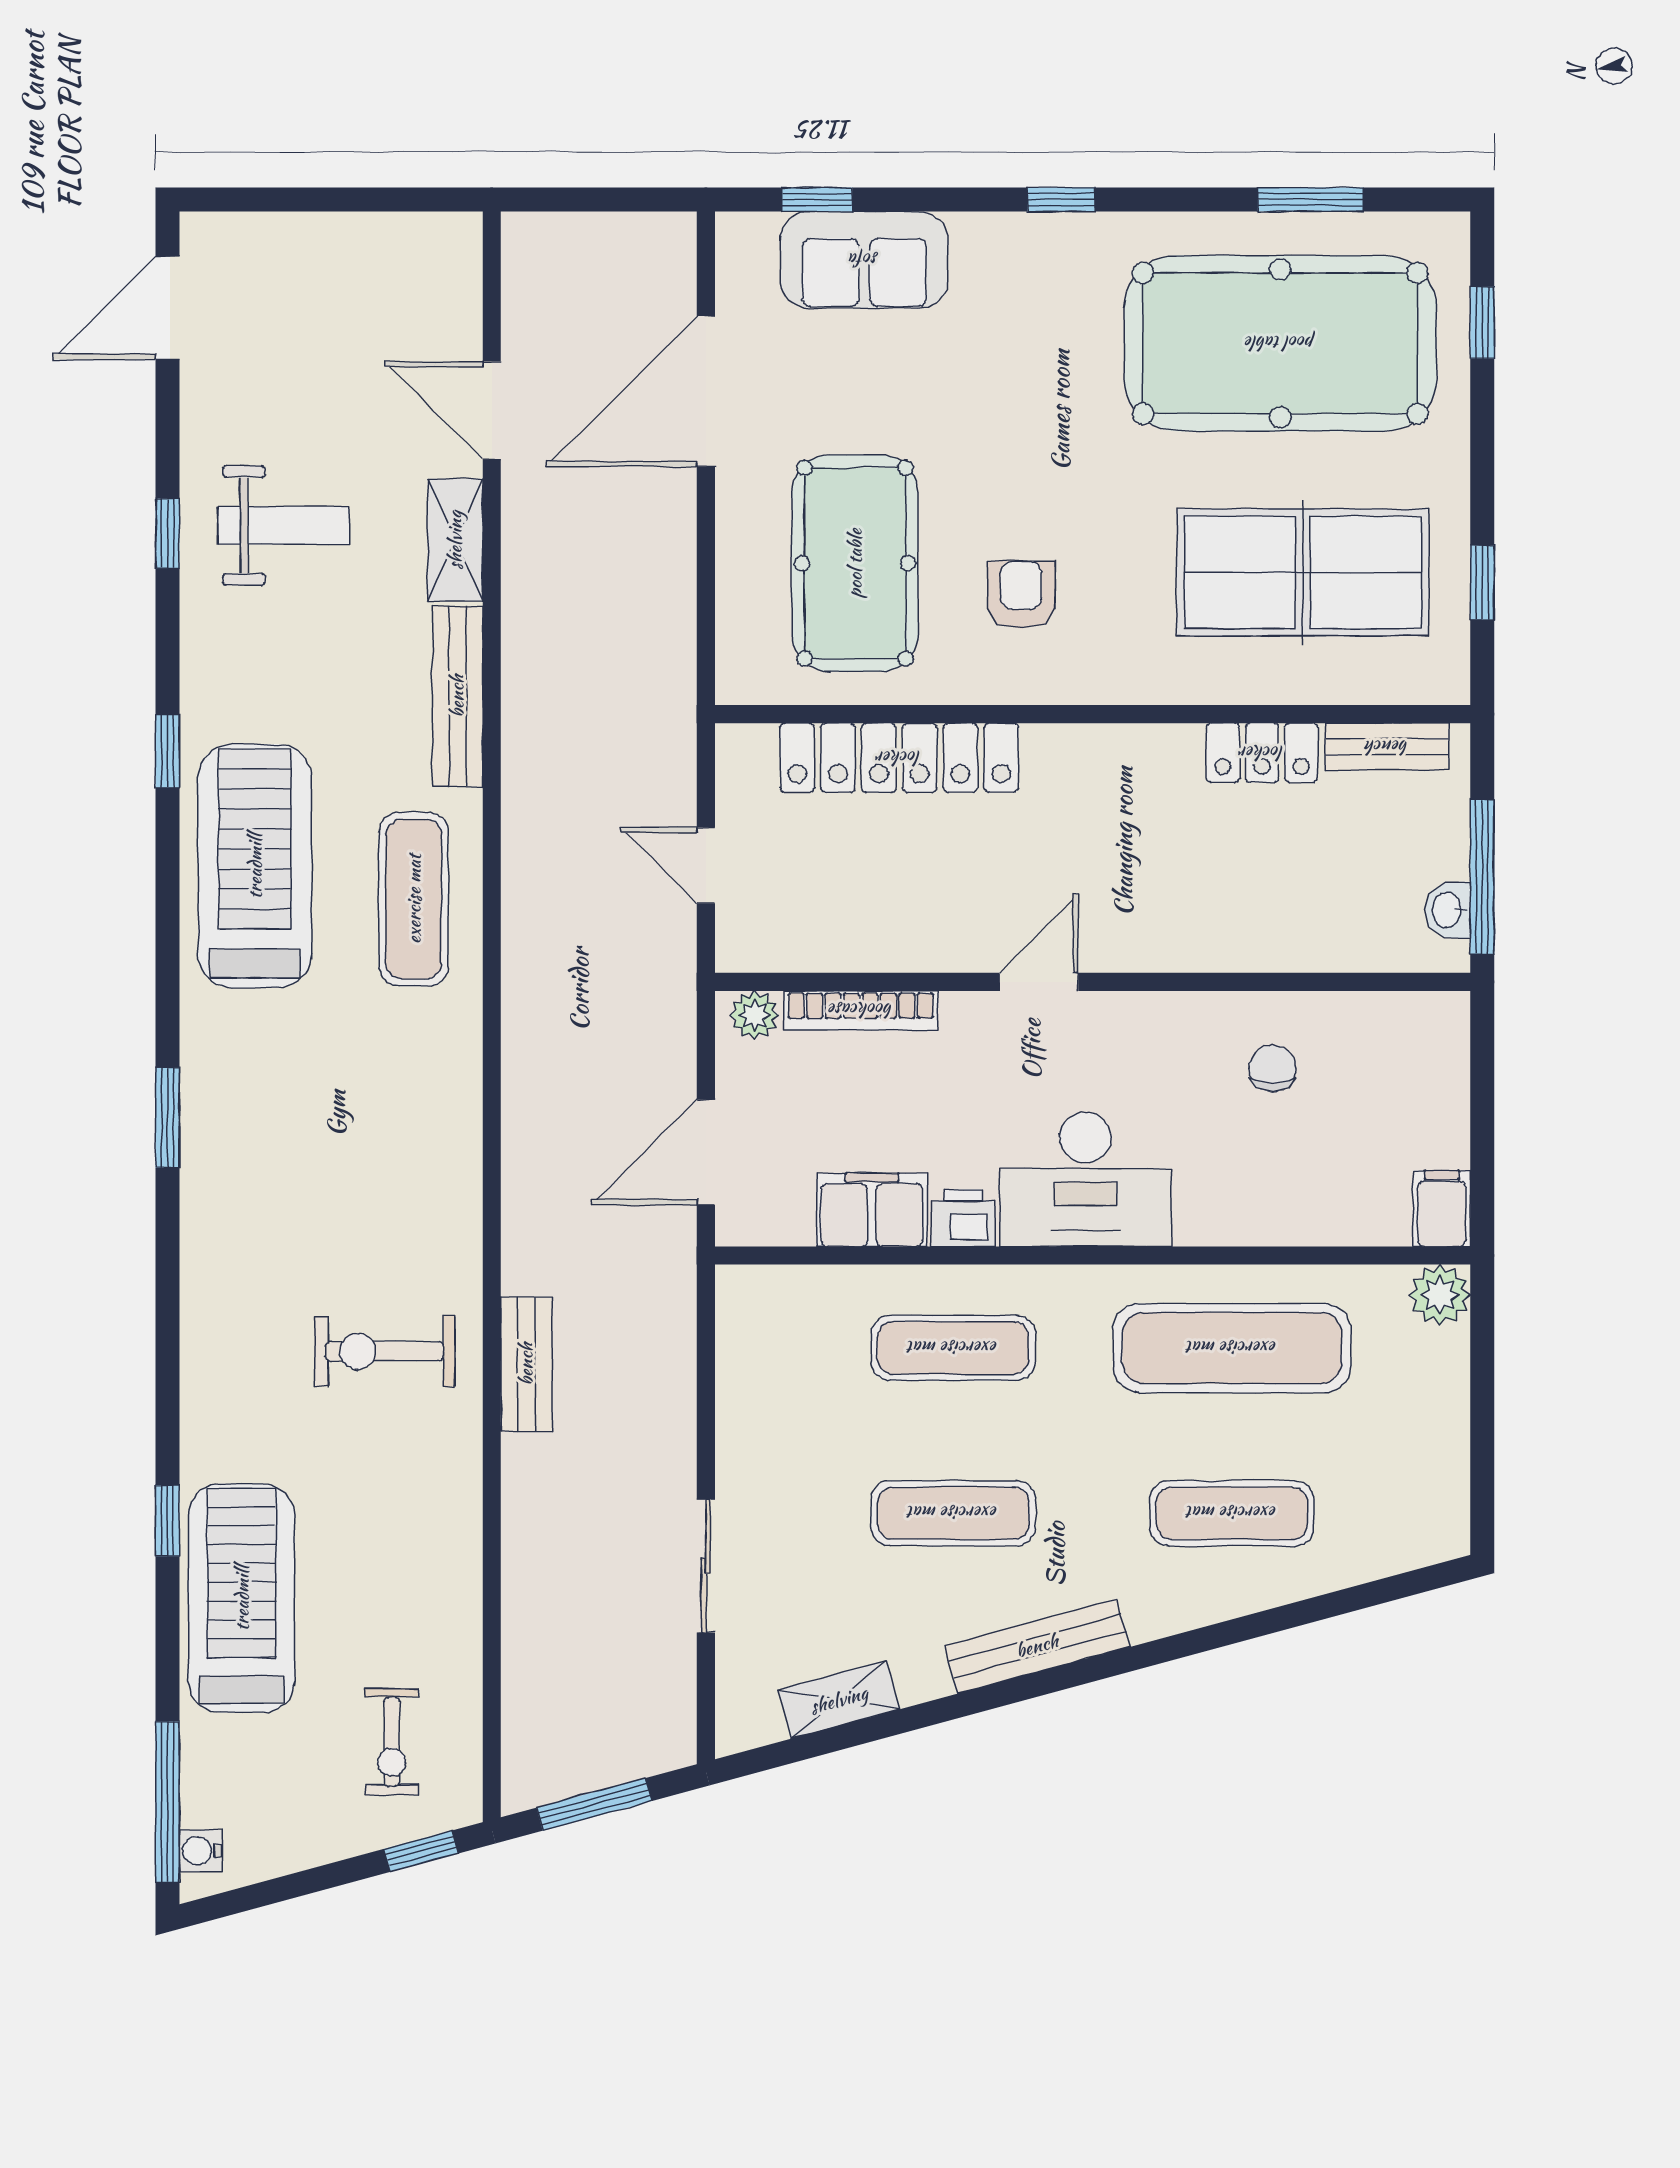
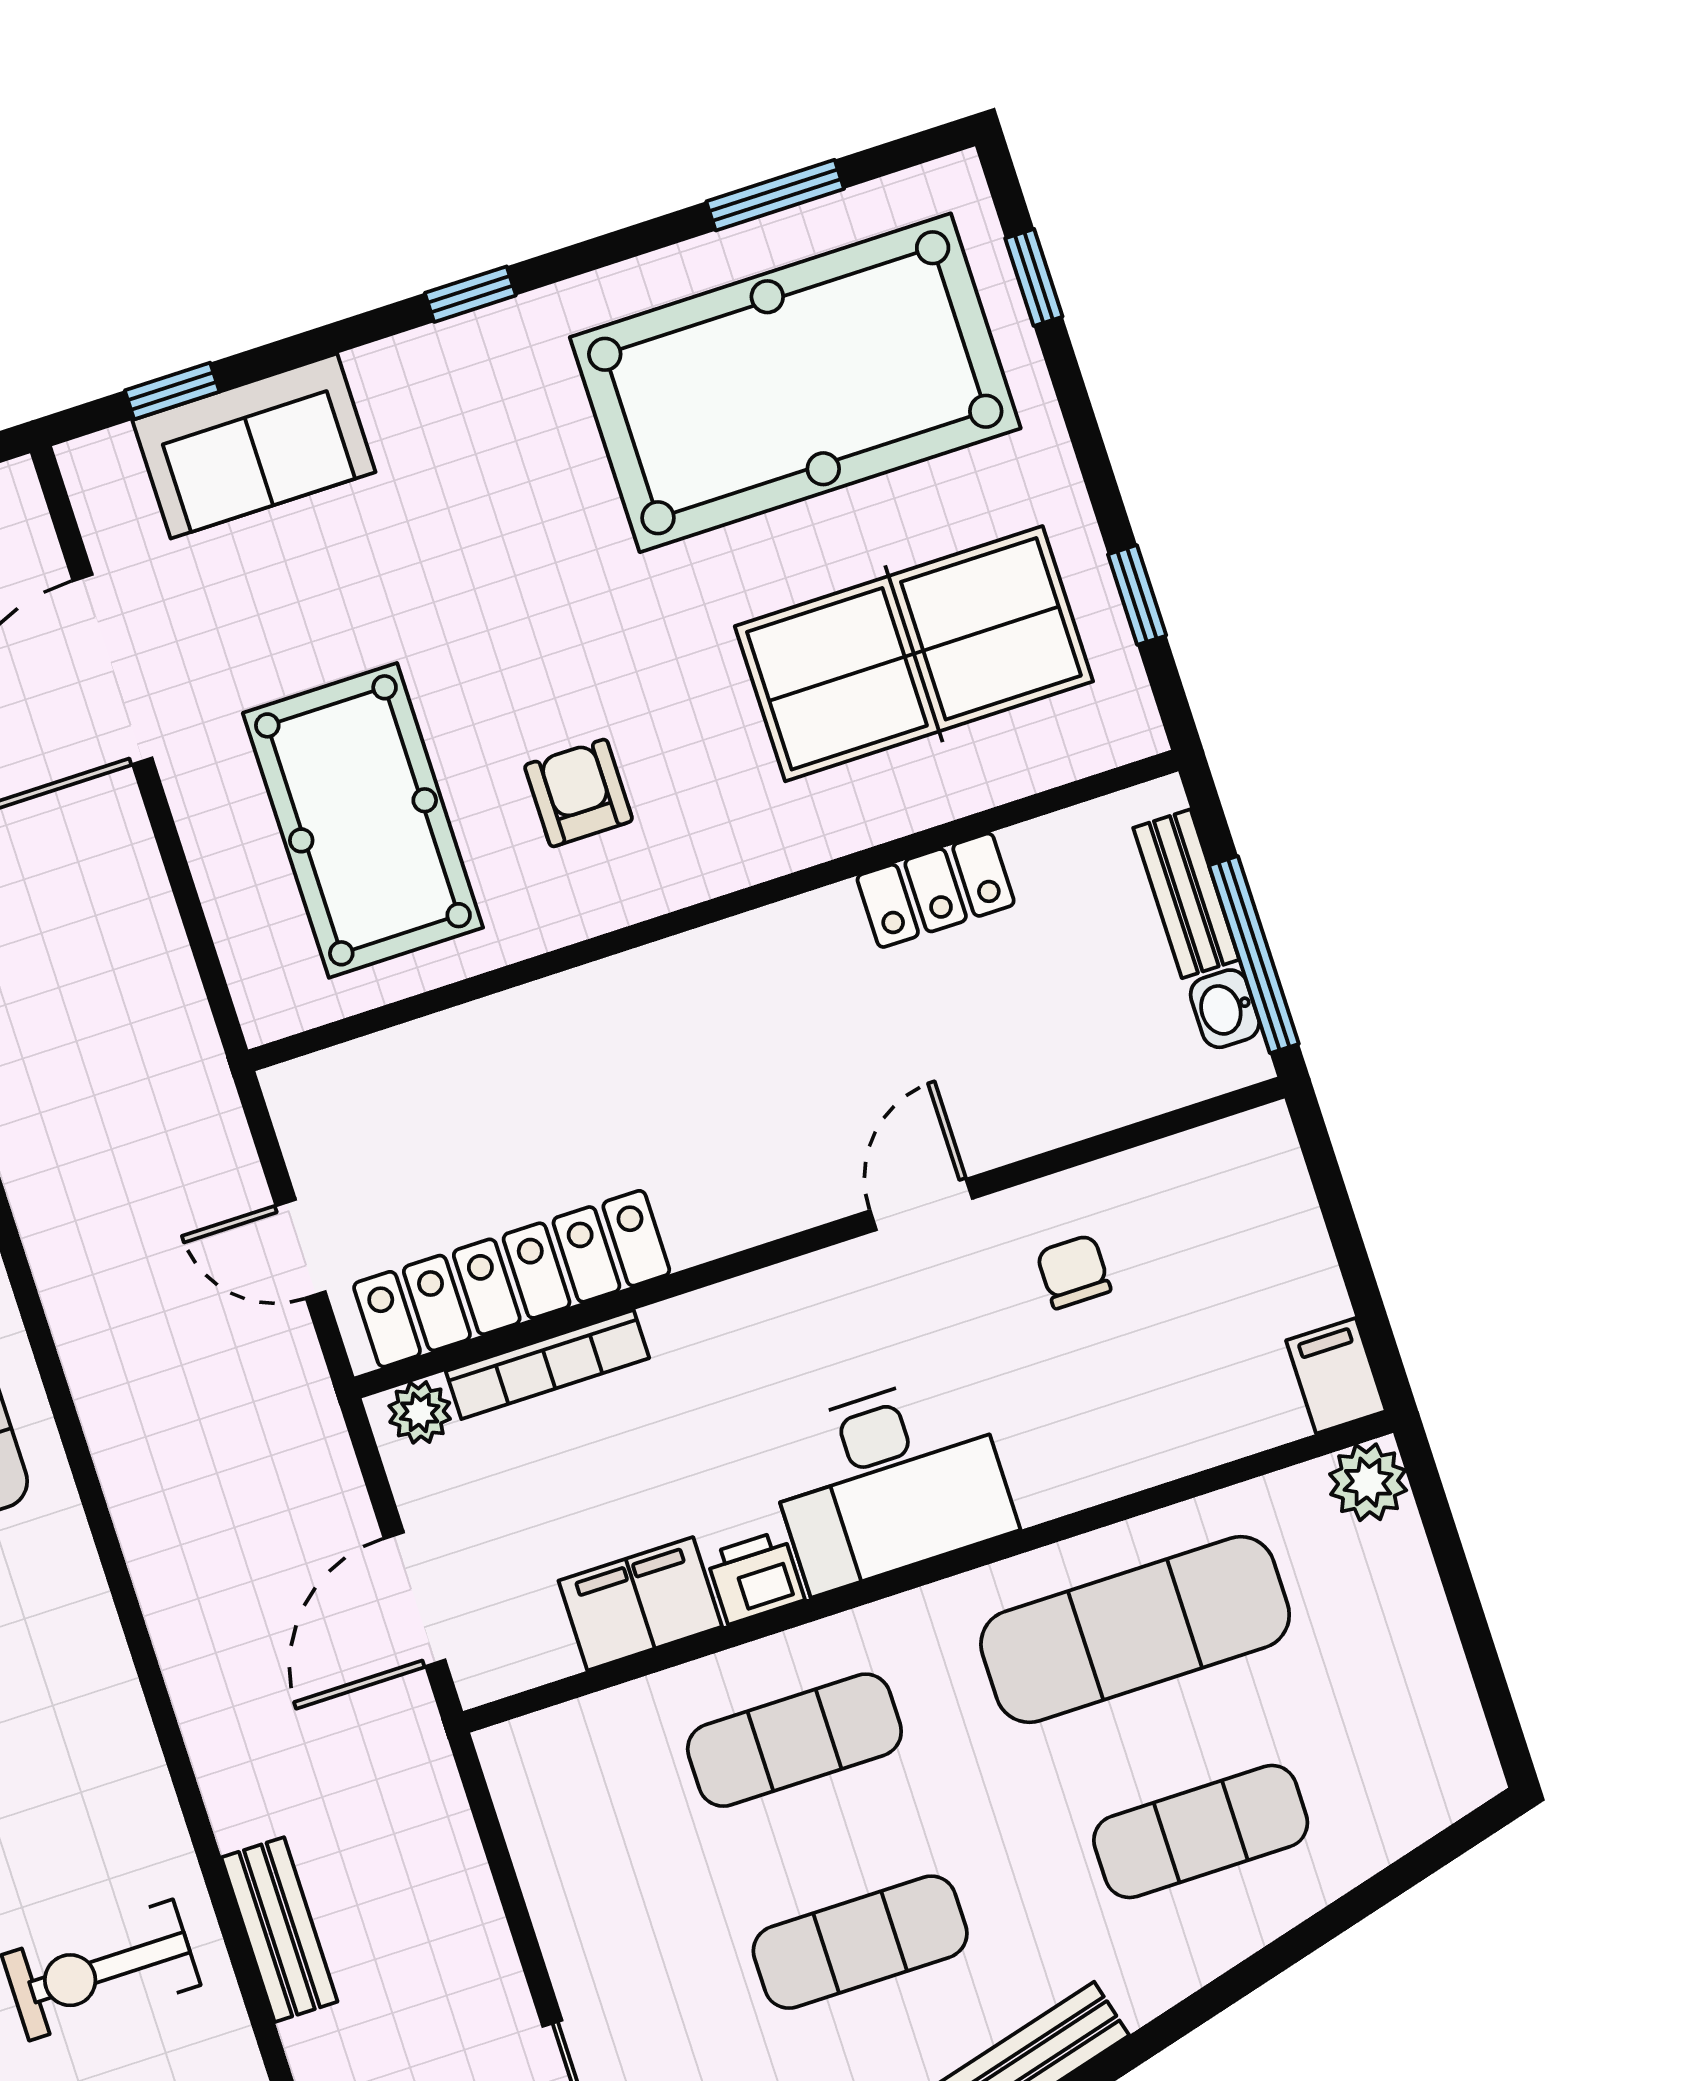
bench: (1387, 747) -> (1186, 894), moved, turned 90
locker: (899, 758) -> (512, 1279), moved, turned 180
door: (1039, 982) -> (921, 1204), moved

